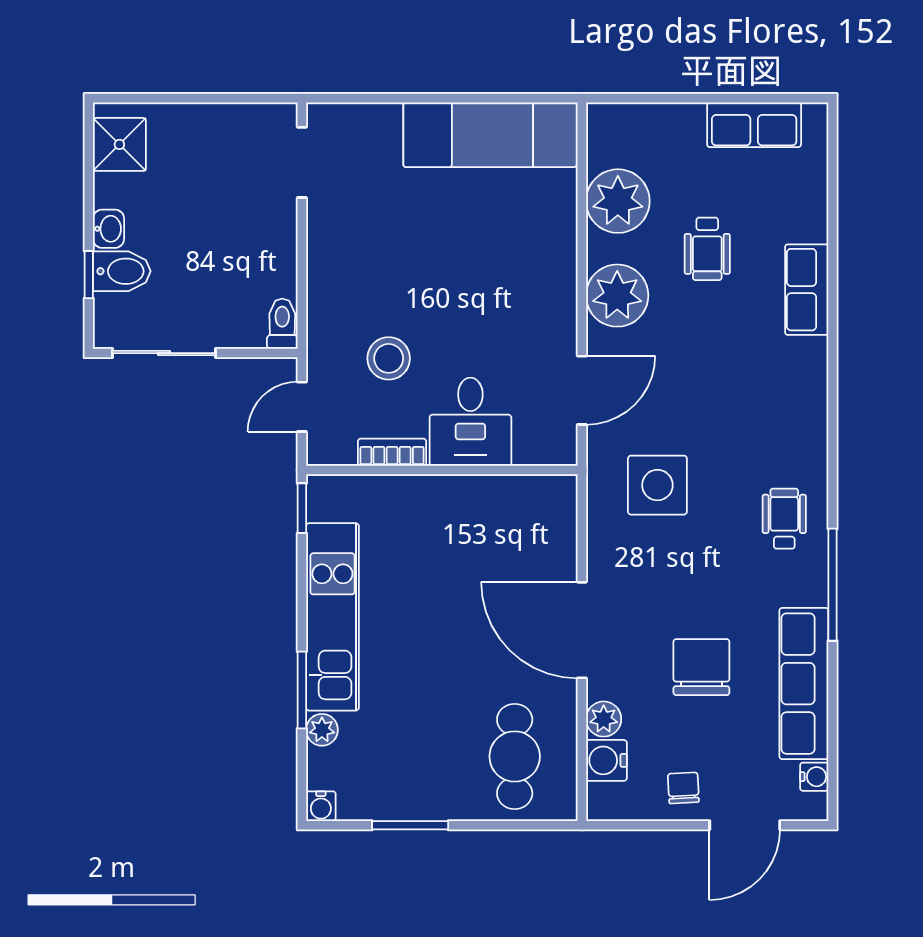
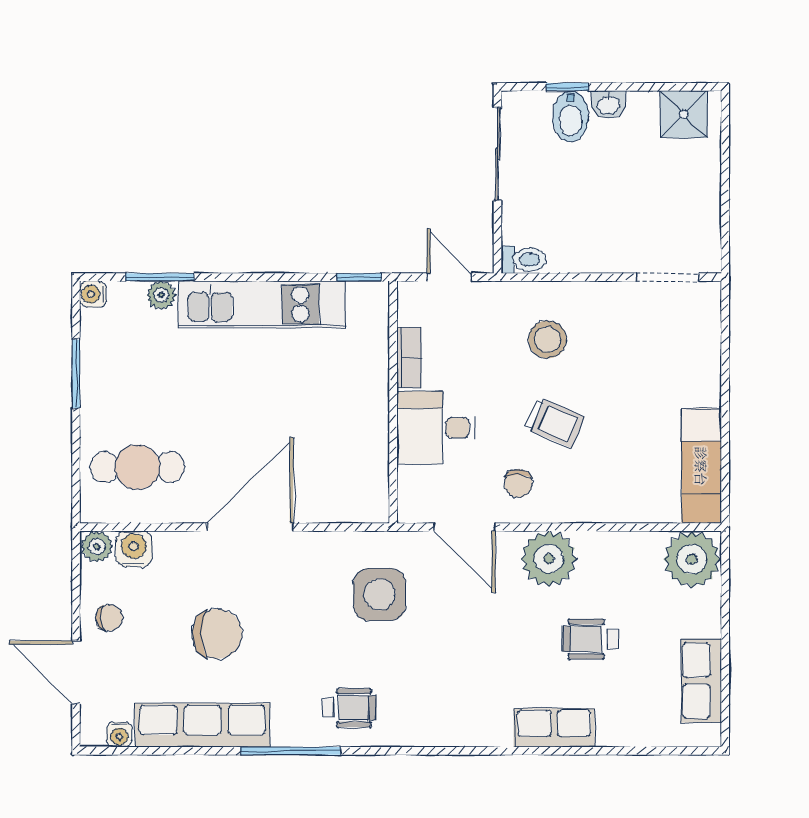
exam couch: (490, 135) -> (701, 466), width x0.73, depth x0.69
plant: (618, 201) -> (692, 559), moved
trolley: (465, 289) -> (554, 422), added
chair: (533, 330) -> (518, 483), added
stool: (389, 358) -> (547, 339), moved
window: (302, 690) -> (160, 277), moved
plant: (604, 719) -> (97, 547), moved

